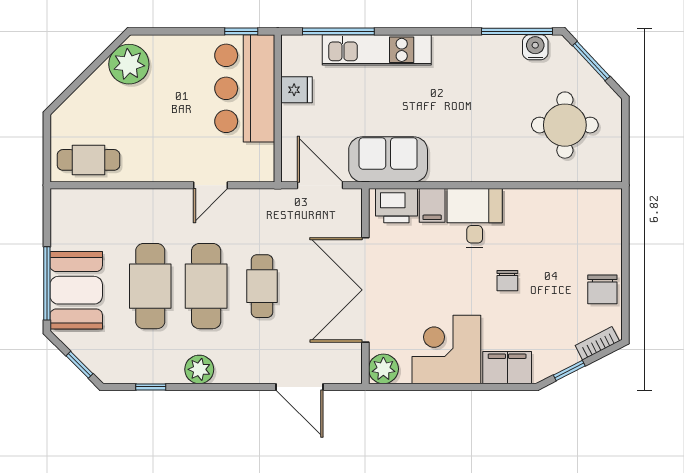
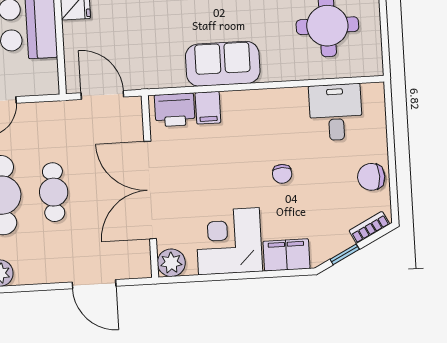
sofa: (388, 159) -> (223, 64), moved
desk: (475, 218) -> (336, 112), moved
chair: (602, 289) -> (371, 177), turned 90

